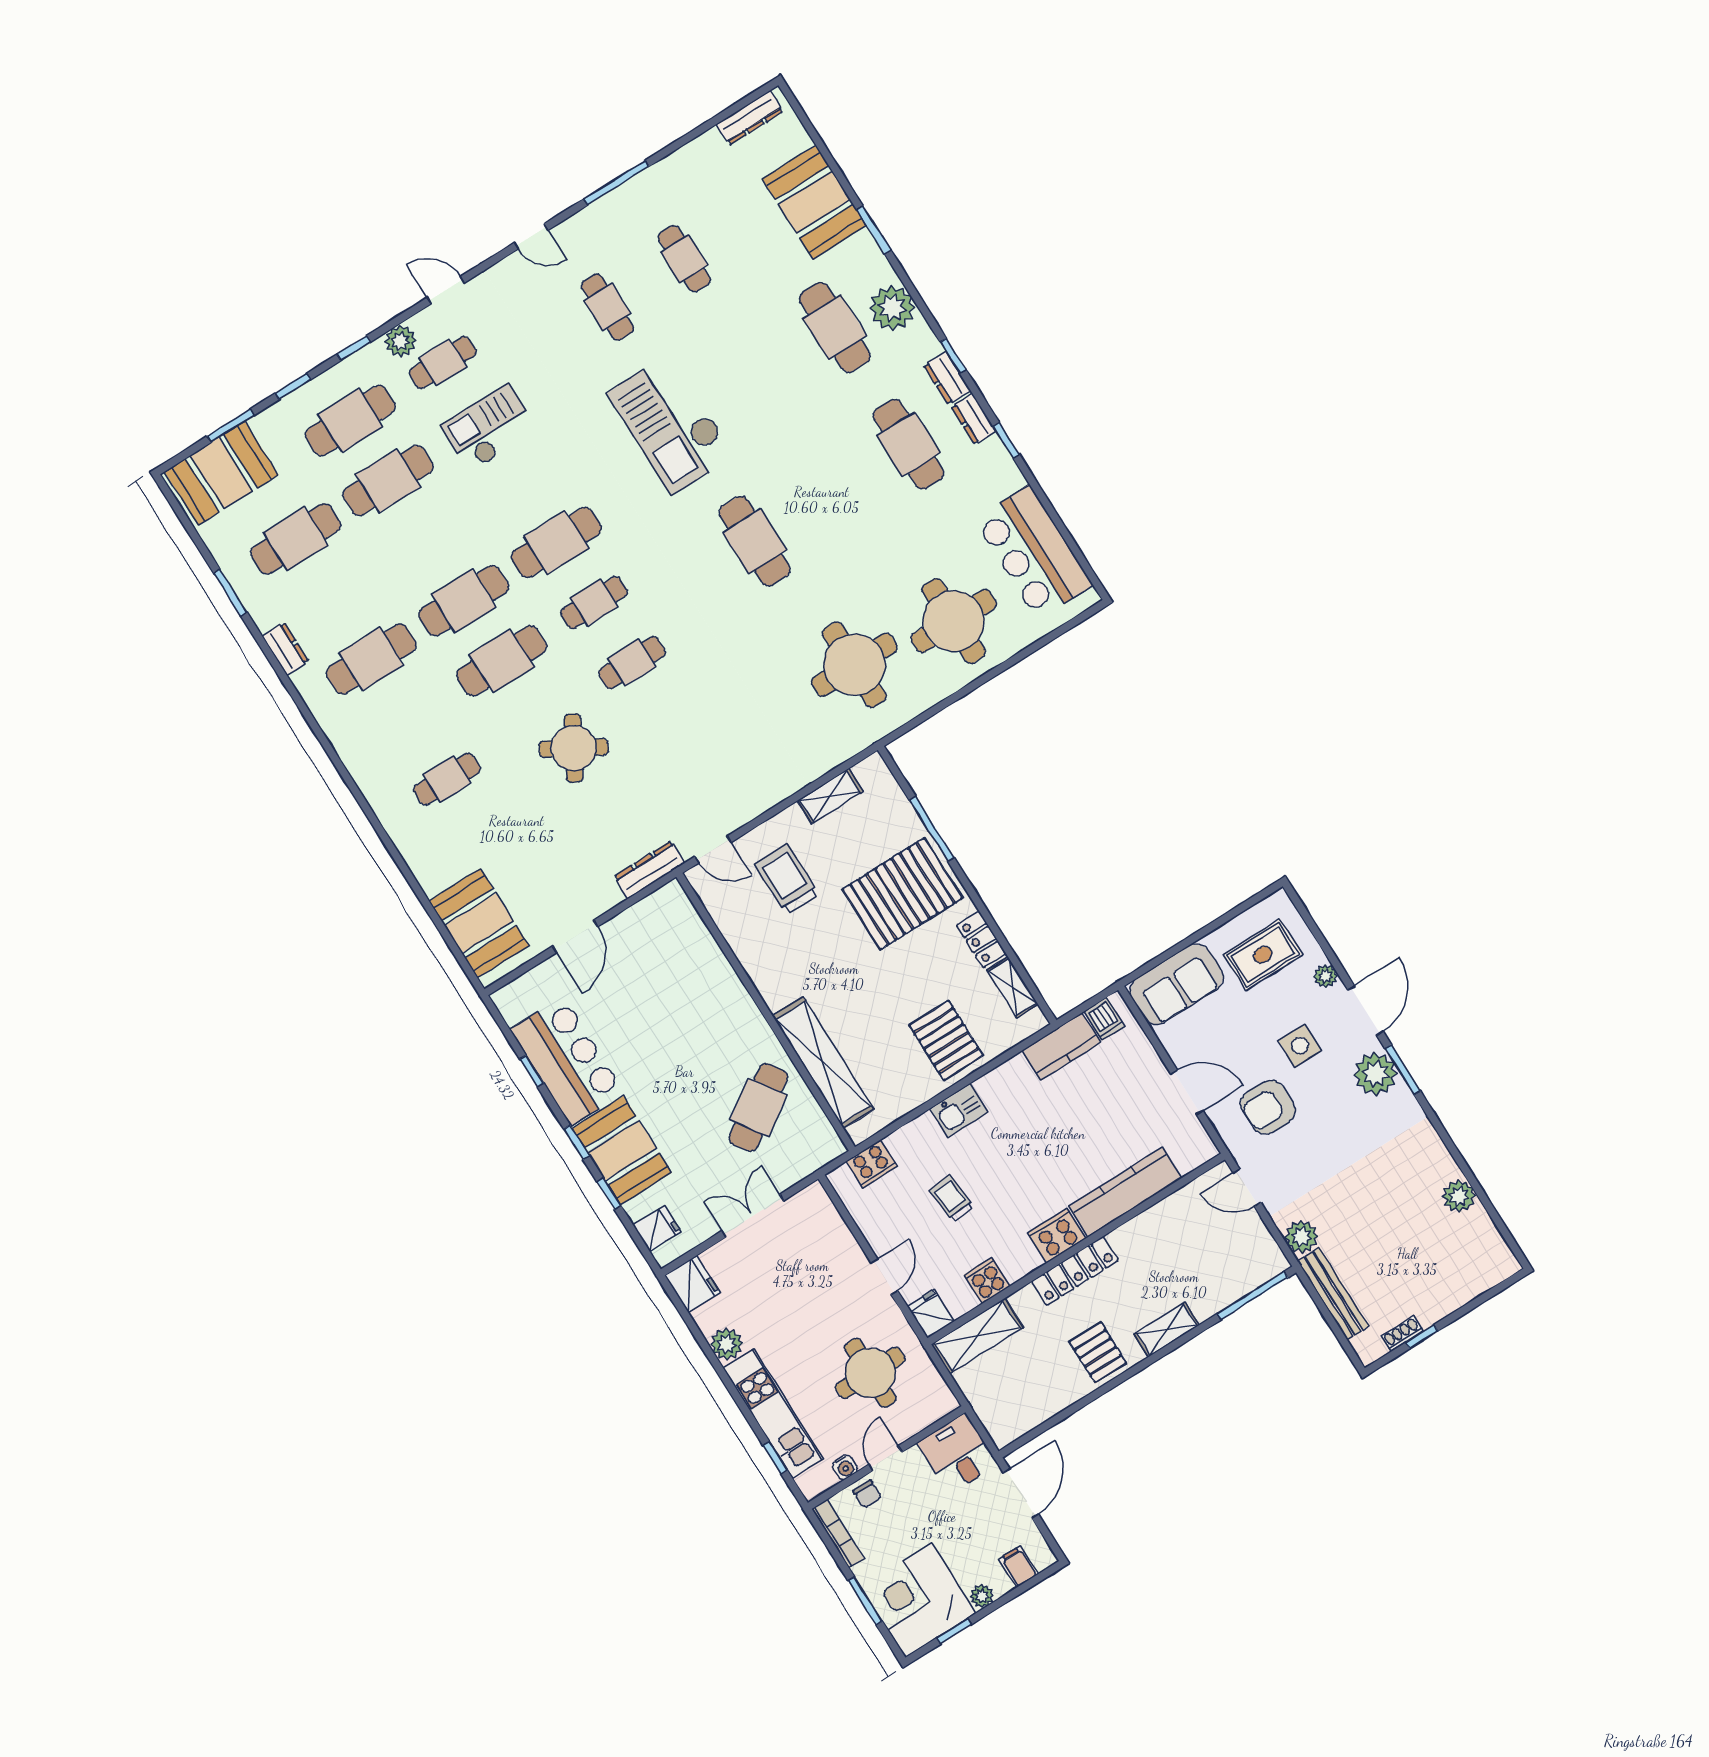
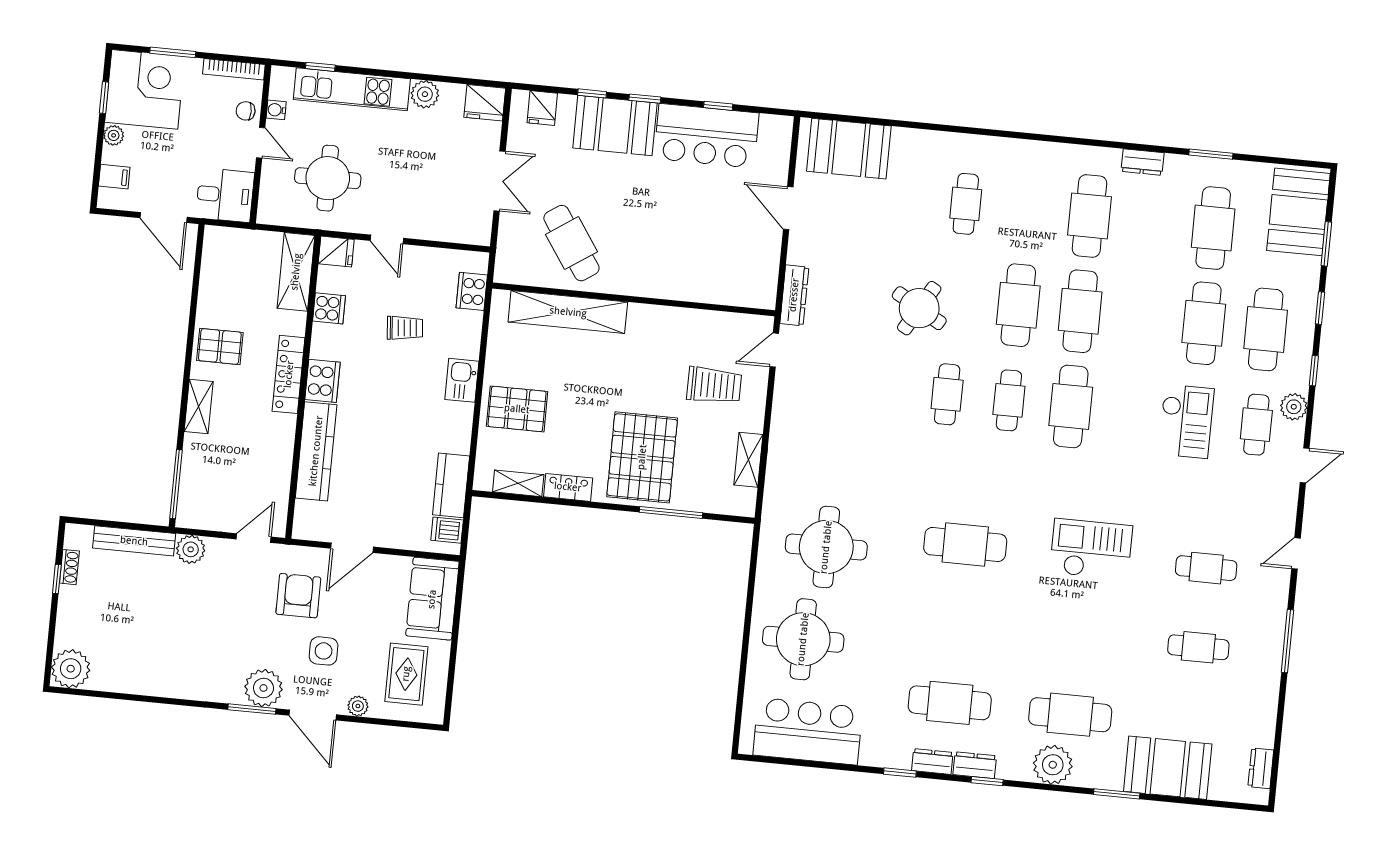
dresser: (750, 118) -> (1261, 768), width x0.70
checkout: (671, 424) -> (1091, 549), width x0.73, depth x0.83
plant: (1459, 1196) -> (71, 669), moved, width x1.36, depth x1.36

